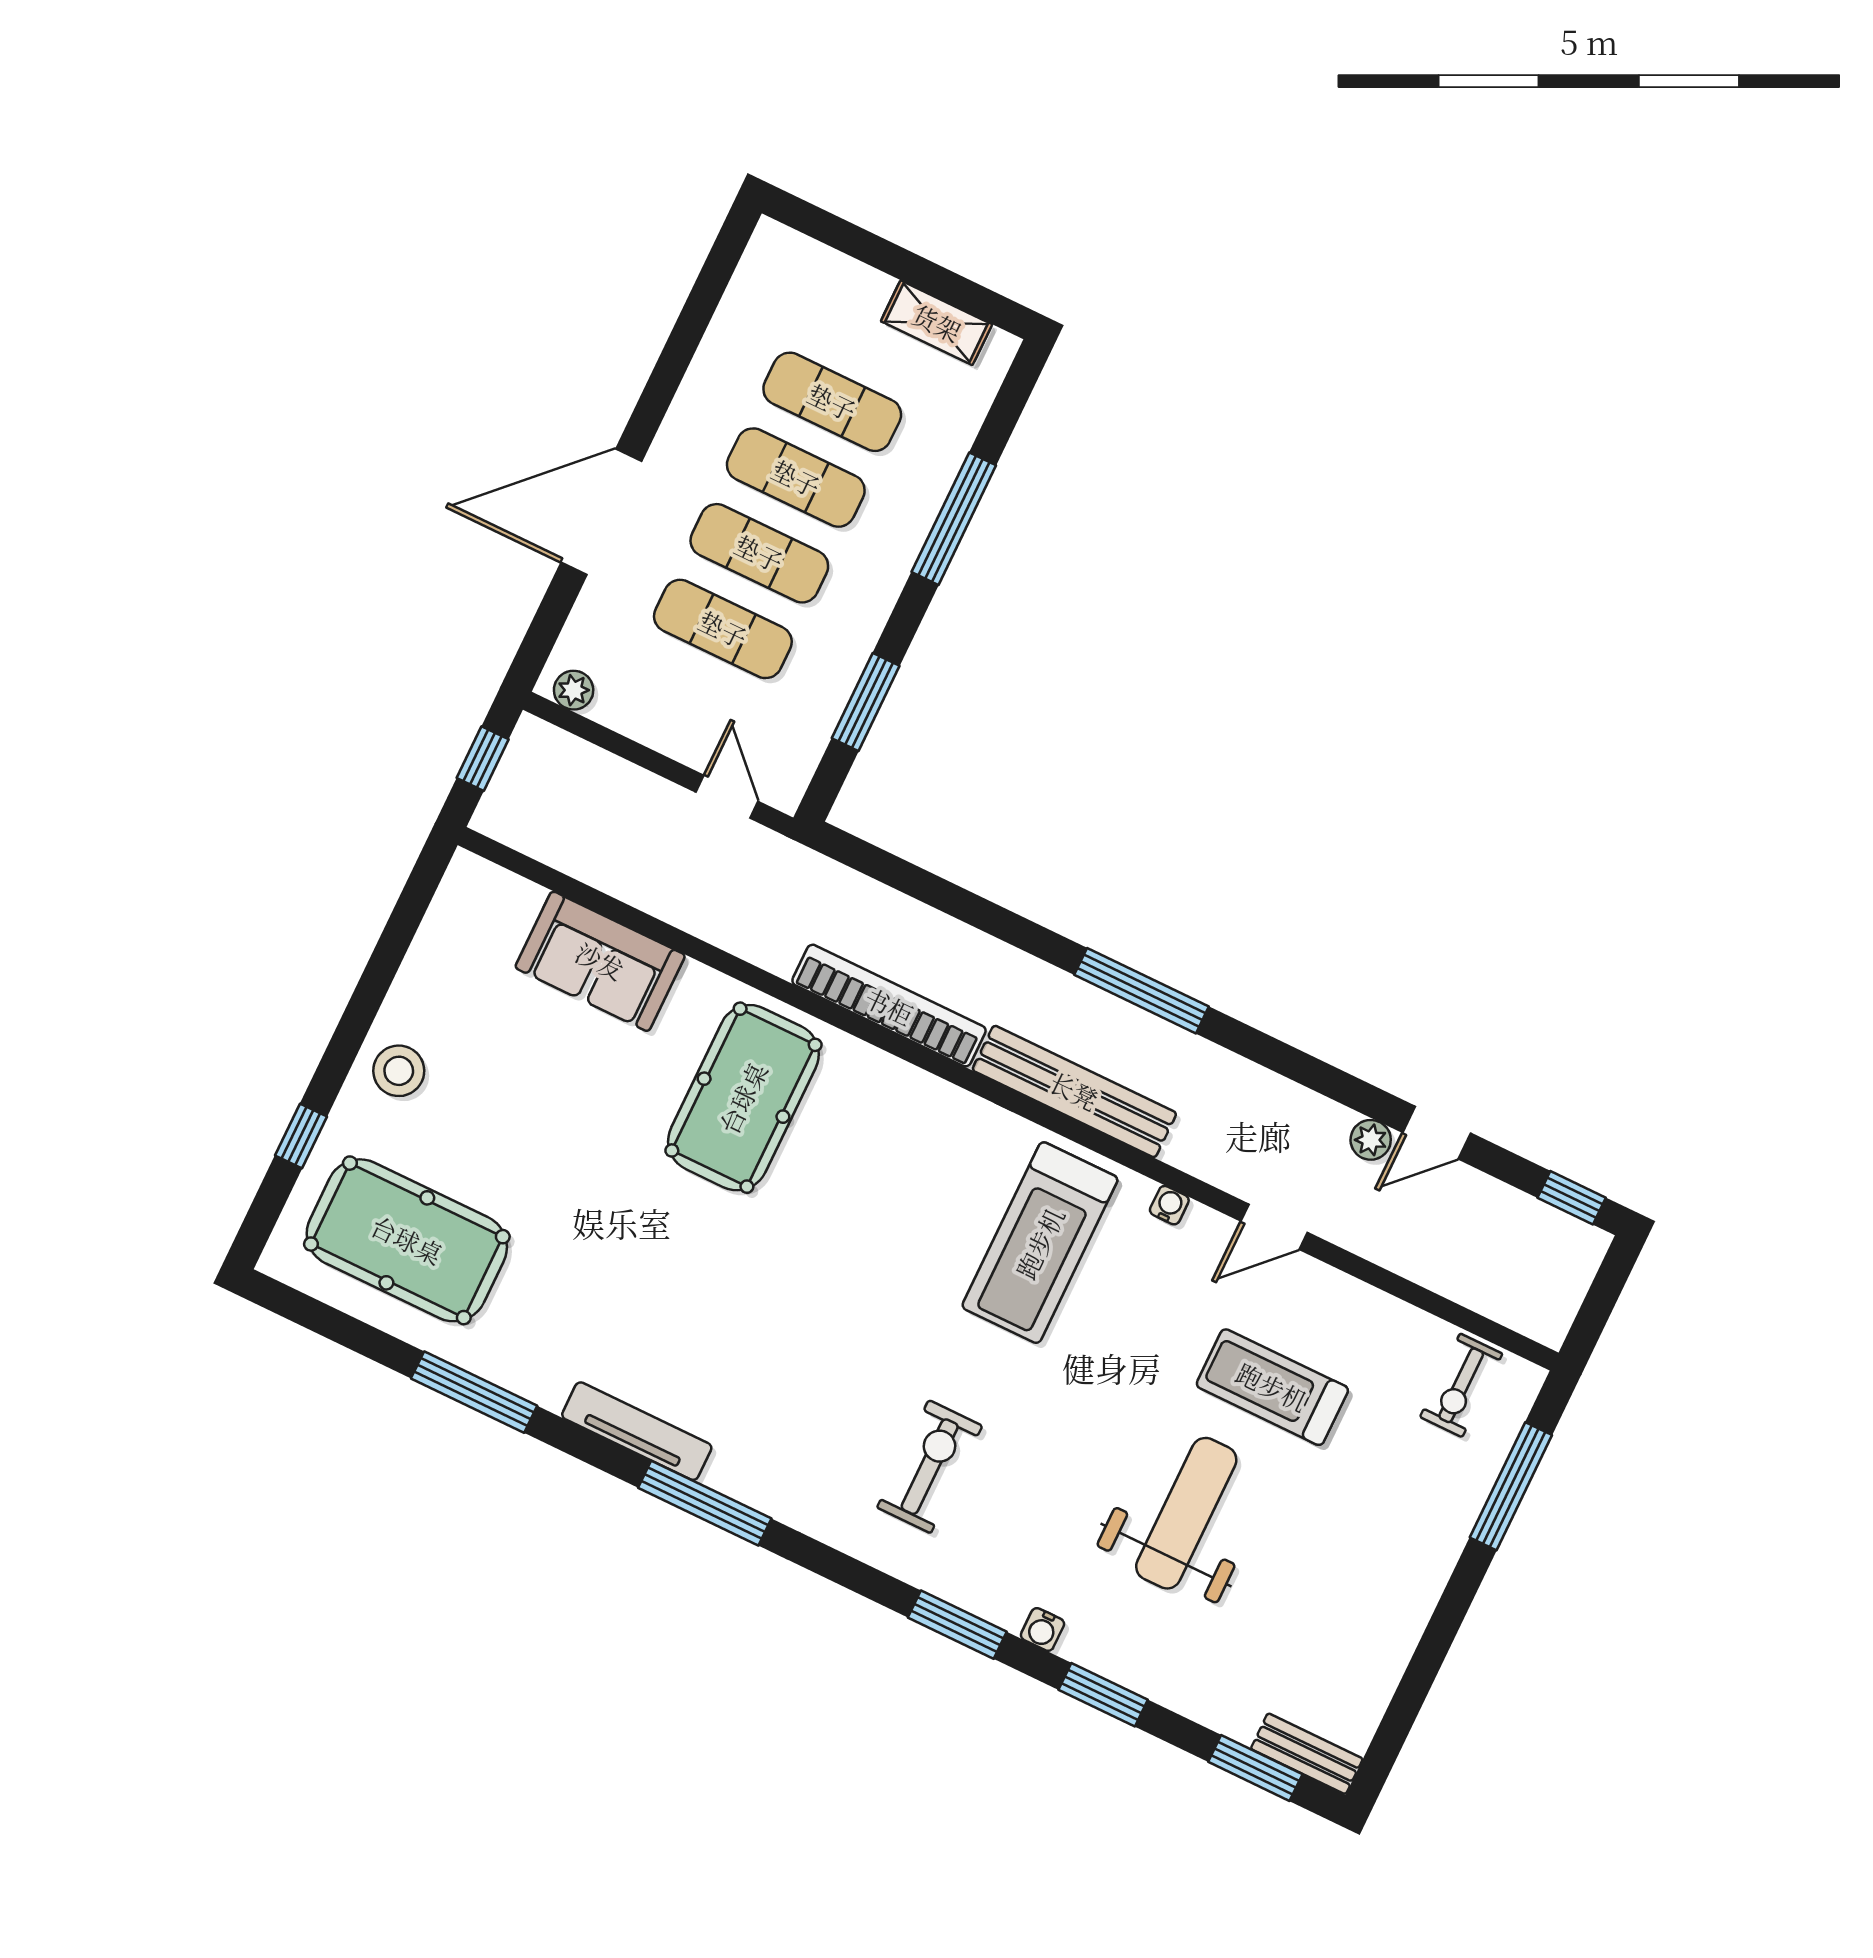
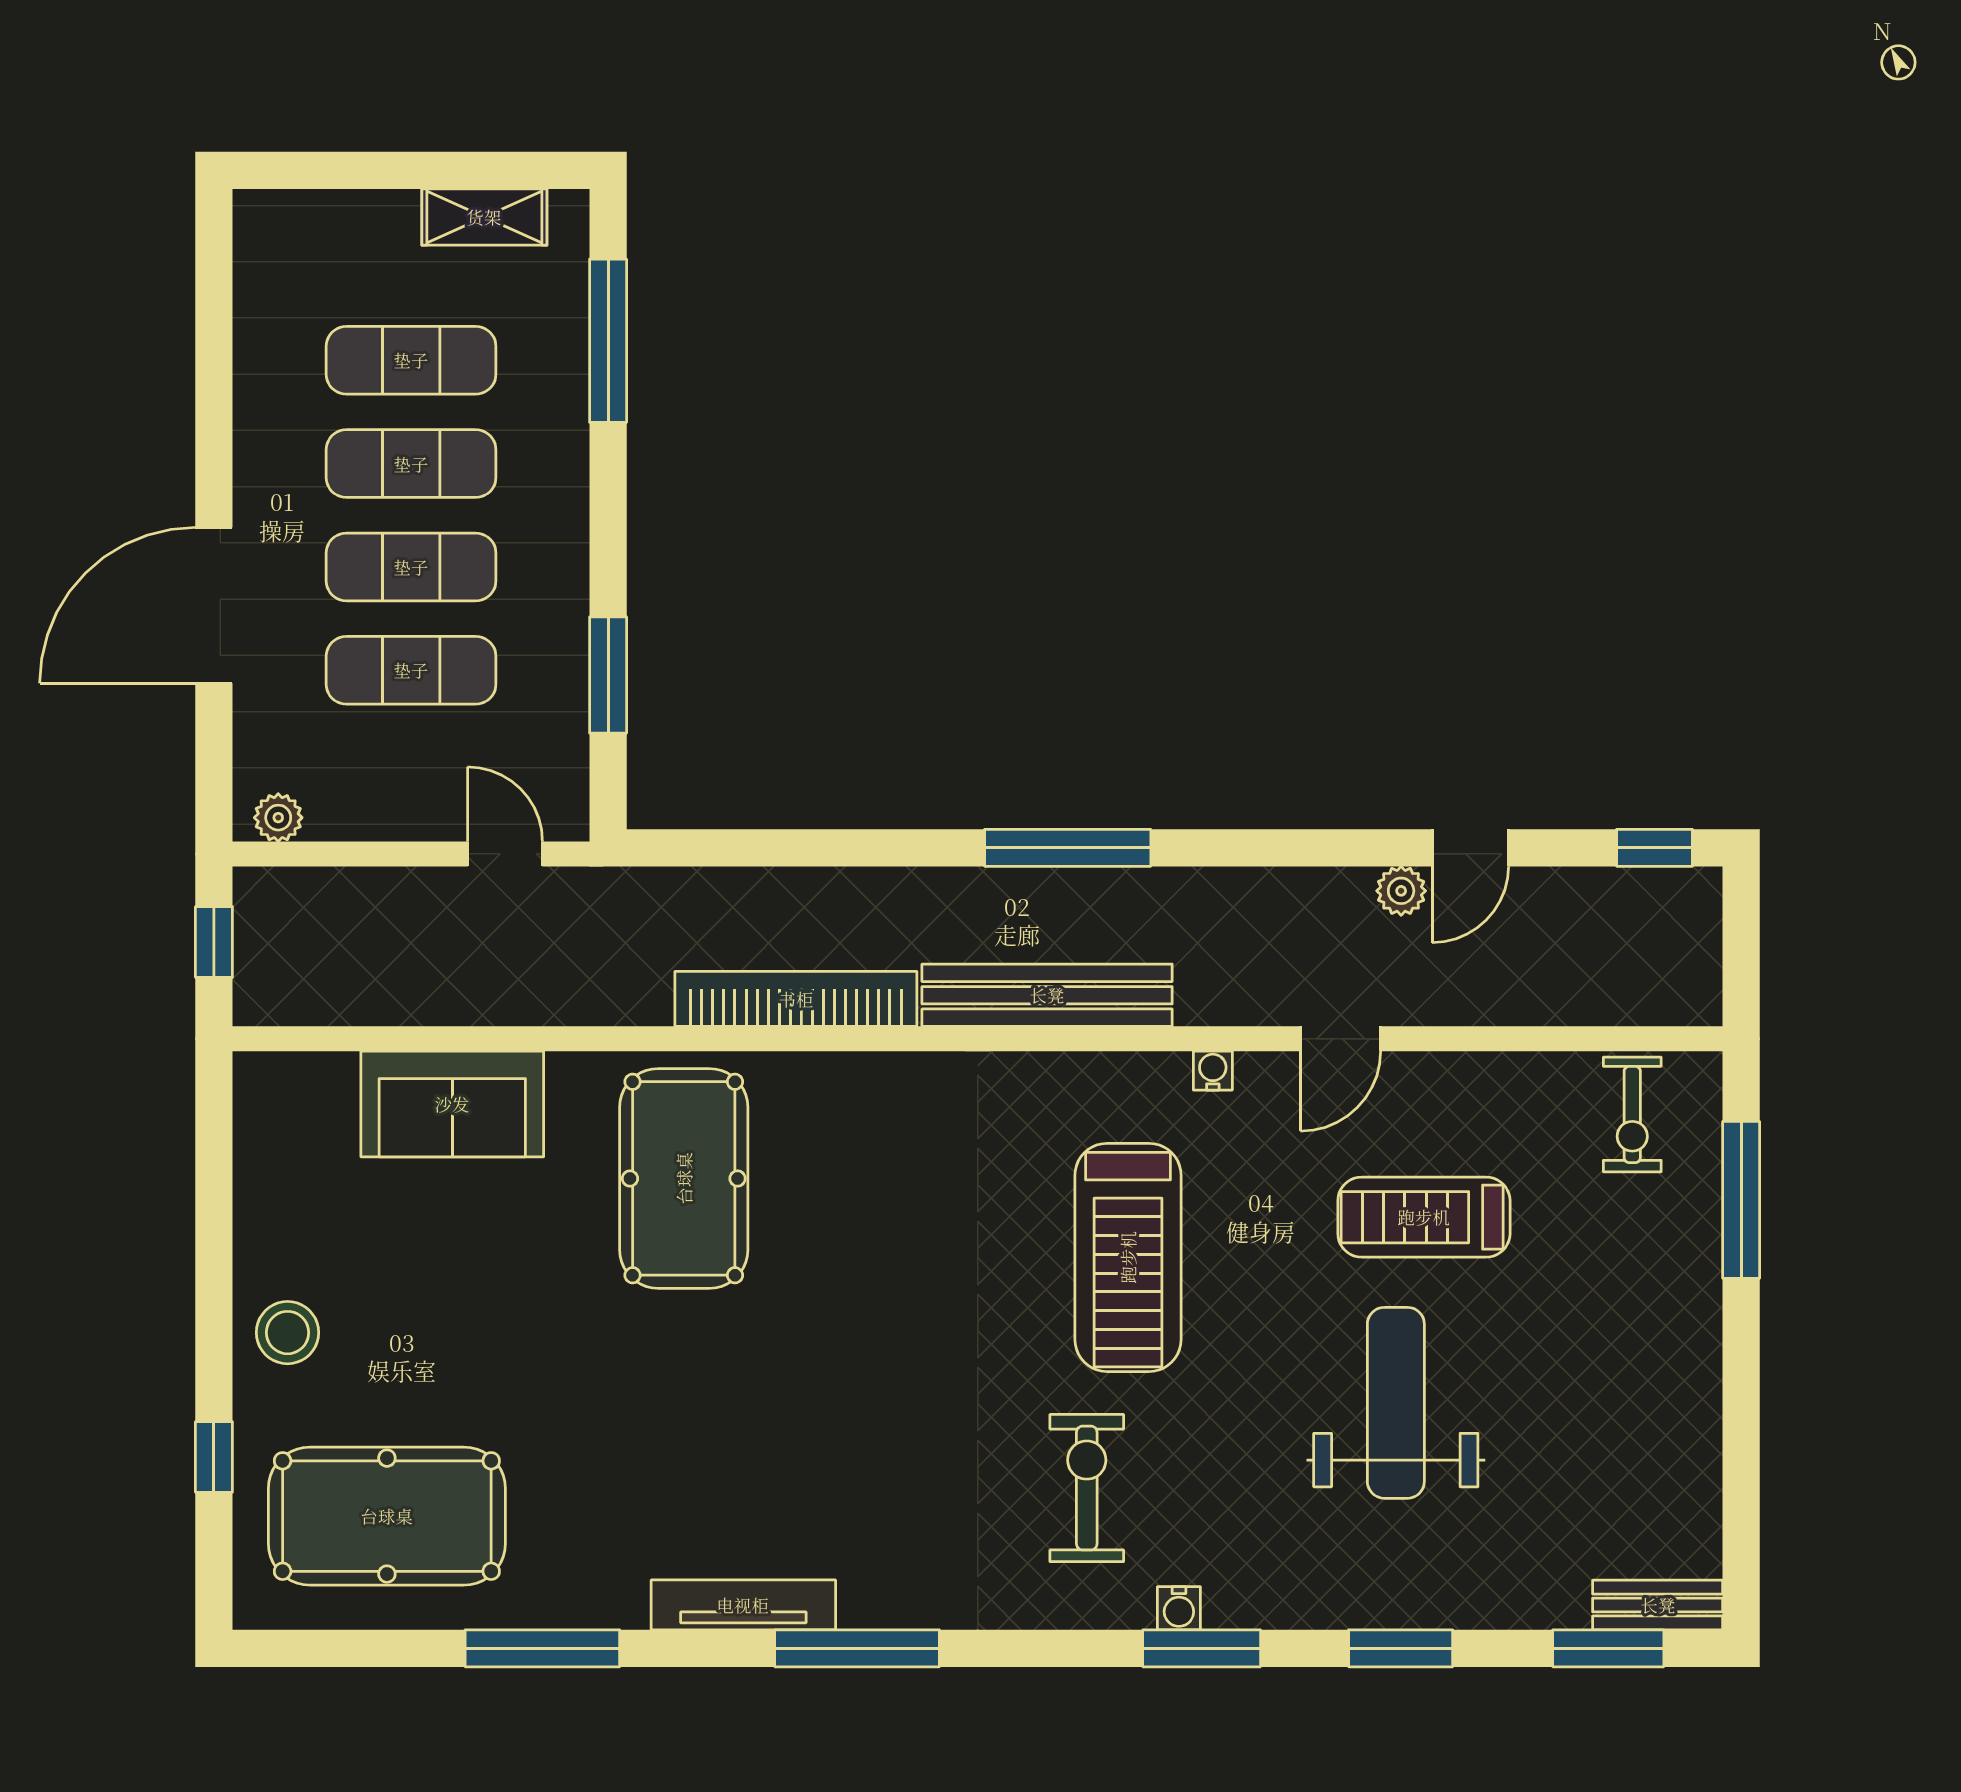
window: (954, 519) -> (608, 341), moved
treadmill: (1040, 1243) -> (1128, 1257), moved
water cooler: (1042, 1629) -> (1179, 1608), moved

